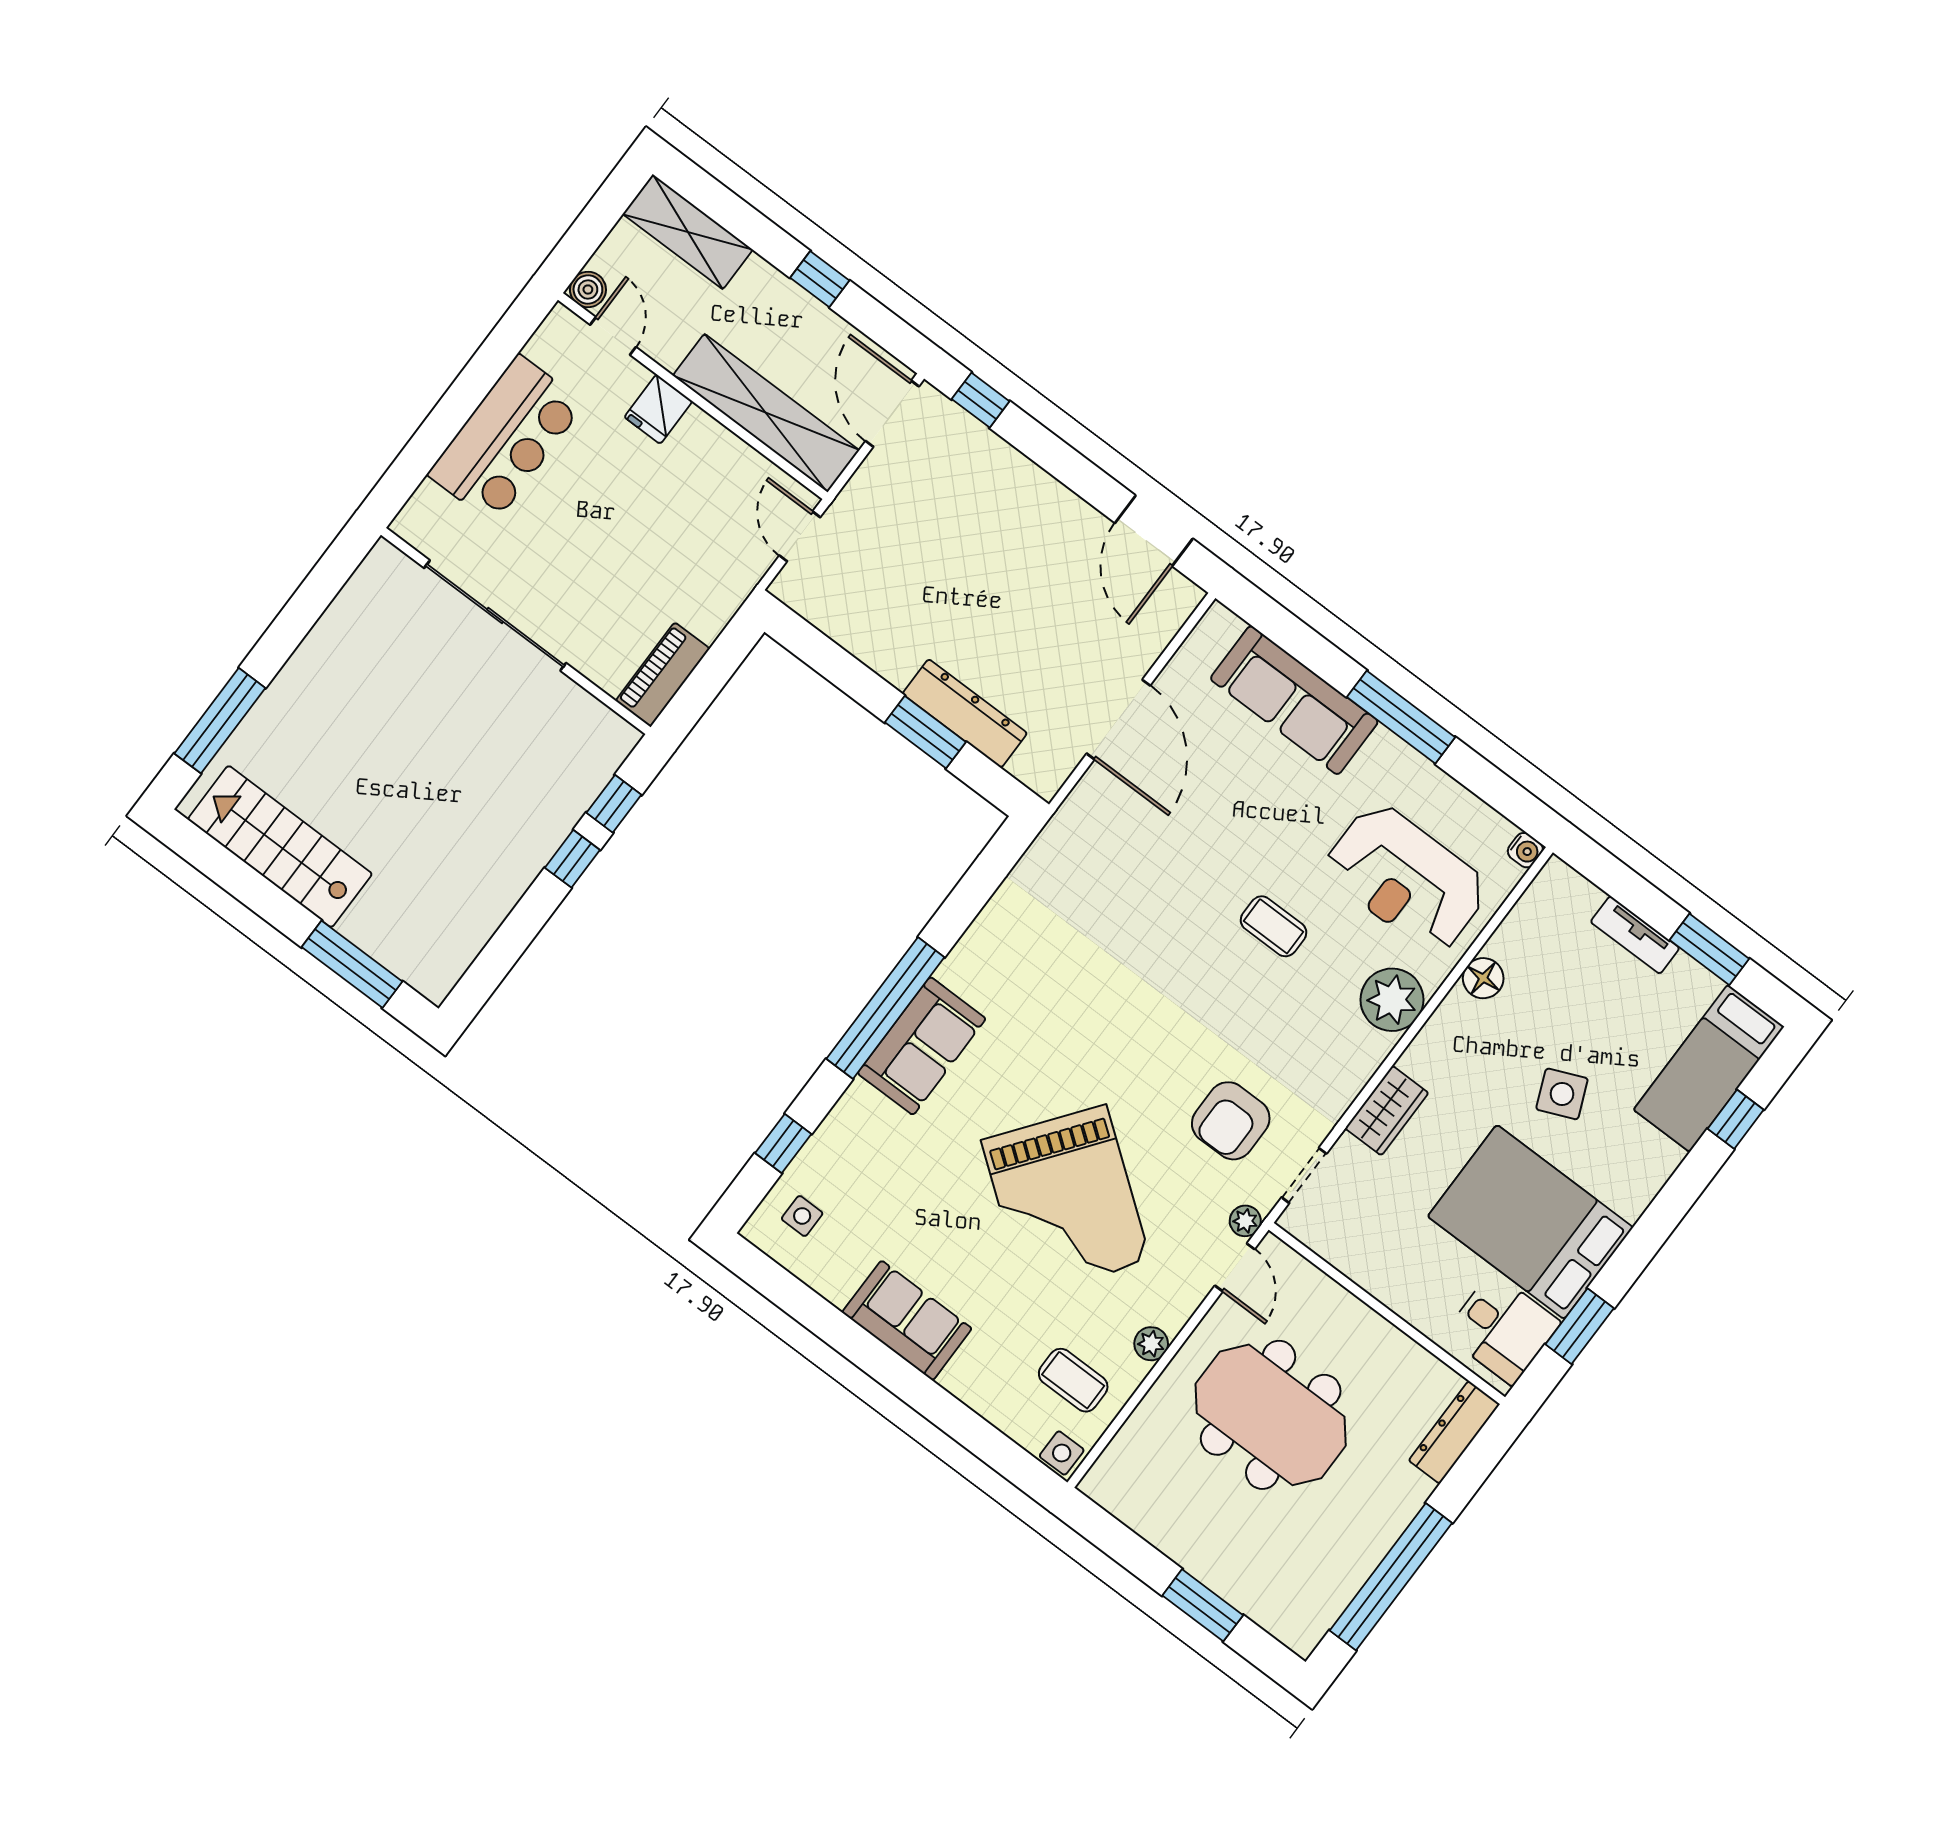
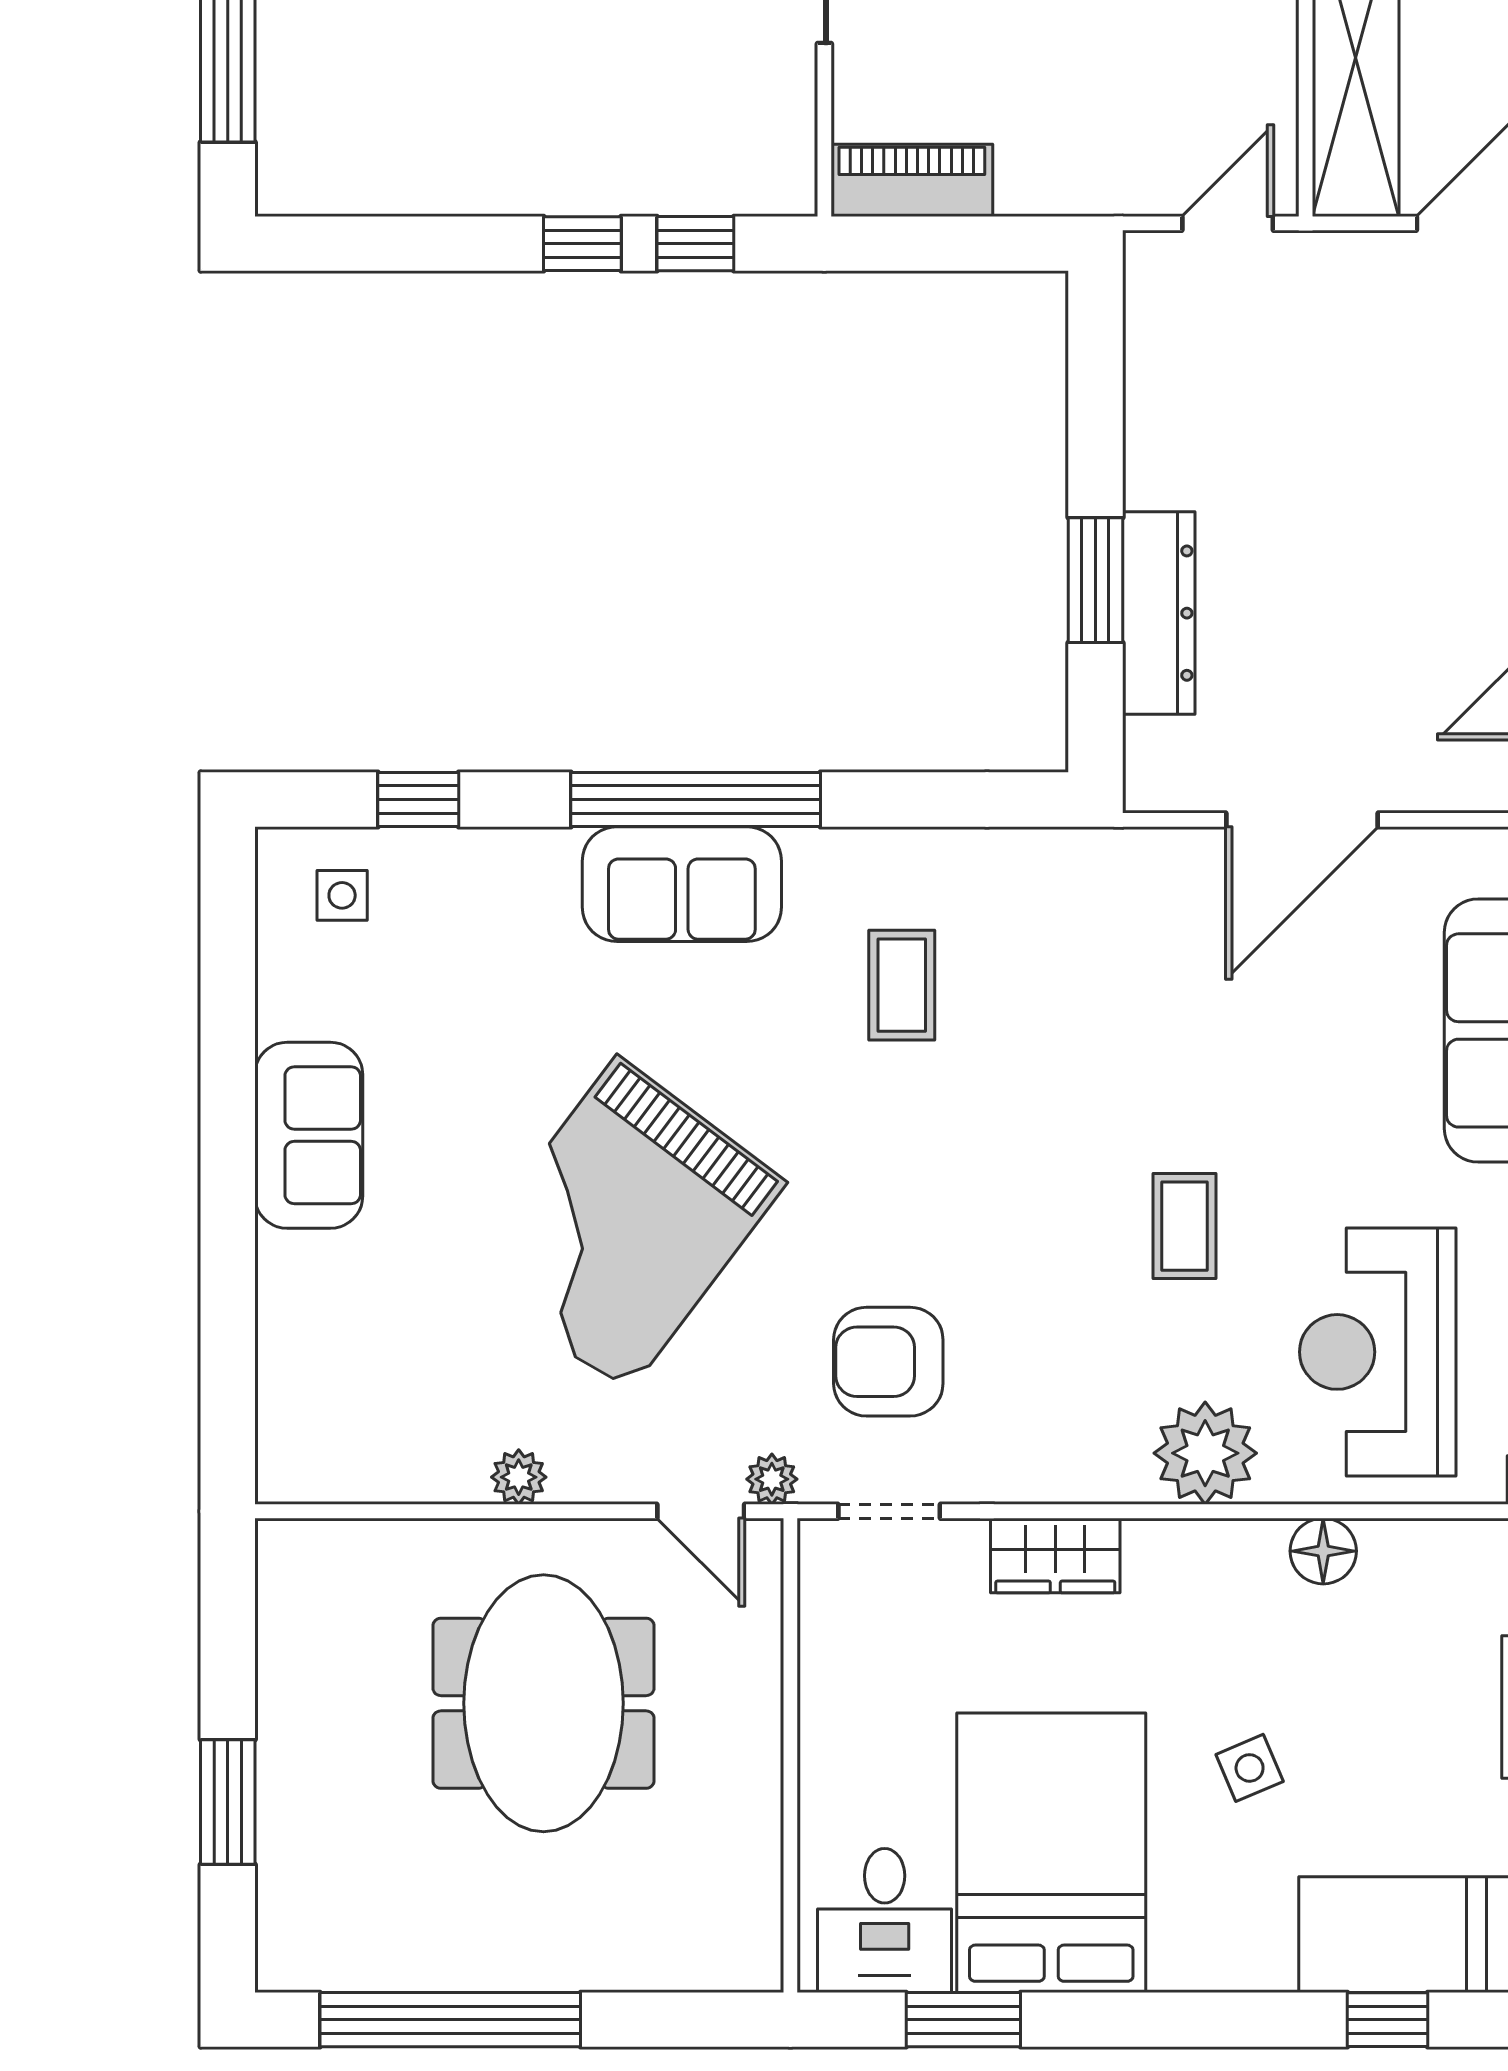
side table: (1562, 1094) -> (1250, 1768), width x0.73, depth x0.73
door: (1235, 1267) -> (701, 1511), hinge flipped
coffee table: (1073, 1380) -> (902, 985), moved
dresser: (1454, 1432) -> (701, 1960), removed
side table: (1062, 1453) -> (288, 1468), removed

